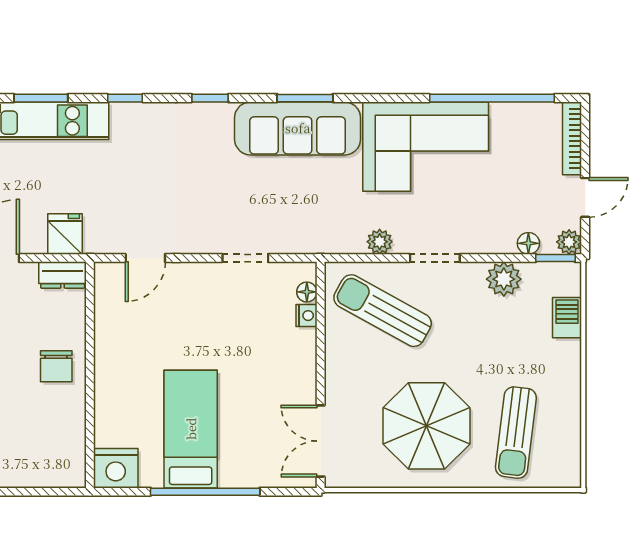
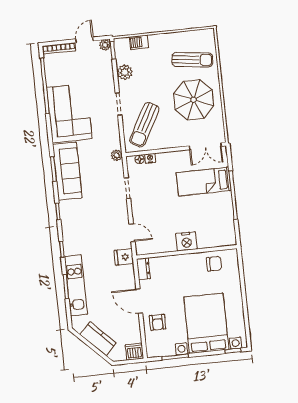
door: (585, 197) -> (85, 40), hinge flipped
fridge: (65, 234) -> (124, 257), moved
plant: (380, 242) -> (117, 155), moved
floor lamp: (528, 243) -> (108, 63), removed
chair: (56, 366) -> (214, 264), moved
bed: (191, 429) -> (204, 182), moved
nightstand: (116, 468) -> (186, 241), moved, turned 90

